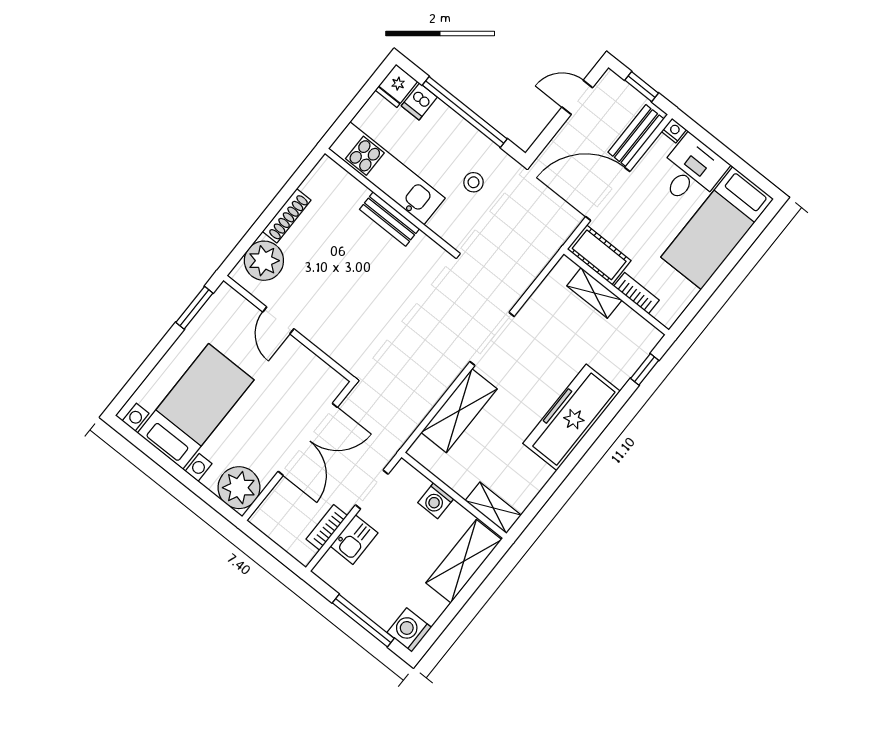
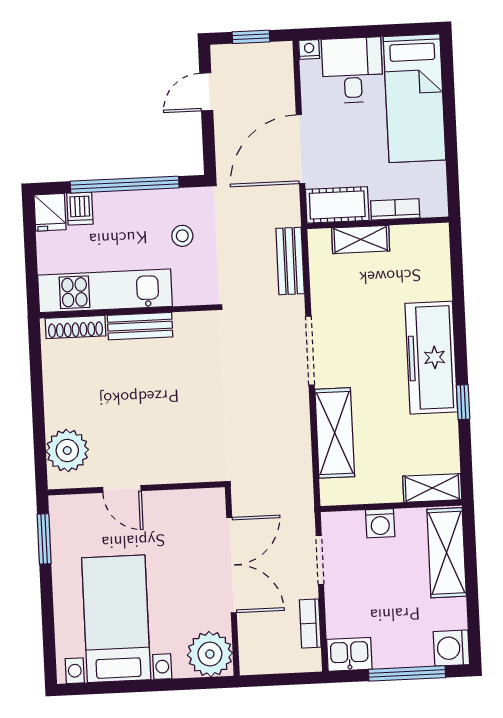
bench: (636, 136) -> (290, 261), moved
shoe rack: (287, 216) -> (75, 327), moved, turned 90
window: (645, 369) -> (463, 402), moved
kitchen sink: (354, 540) -> (349, 654), moved, turned -90

